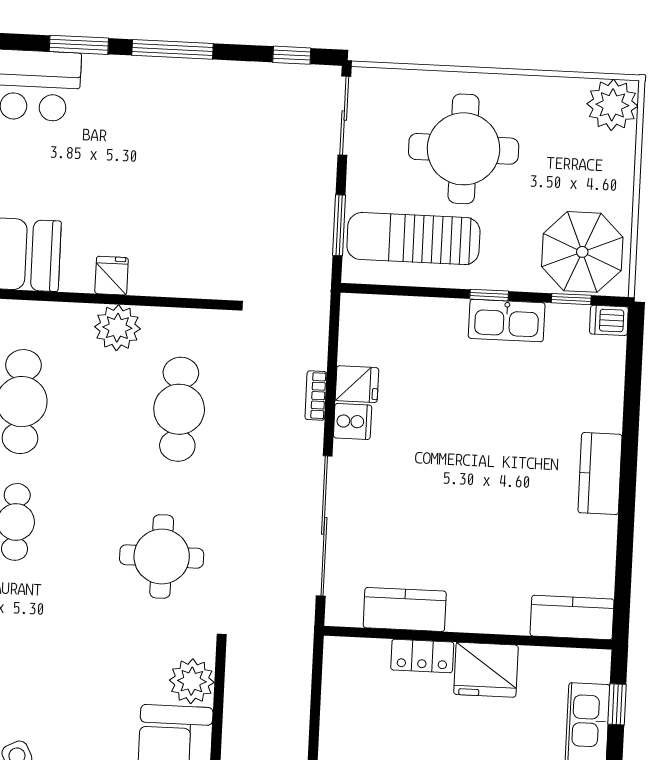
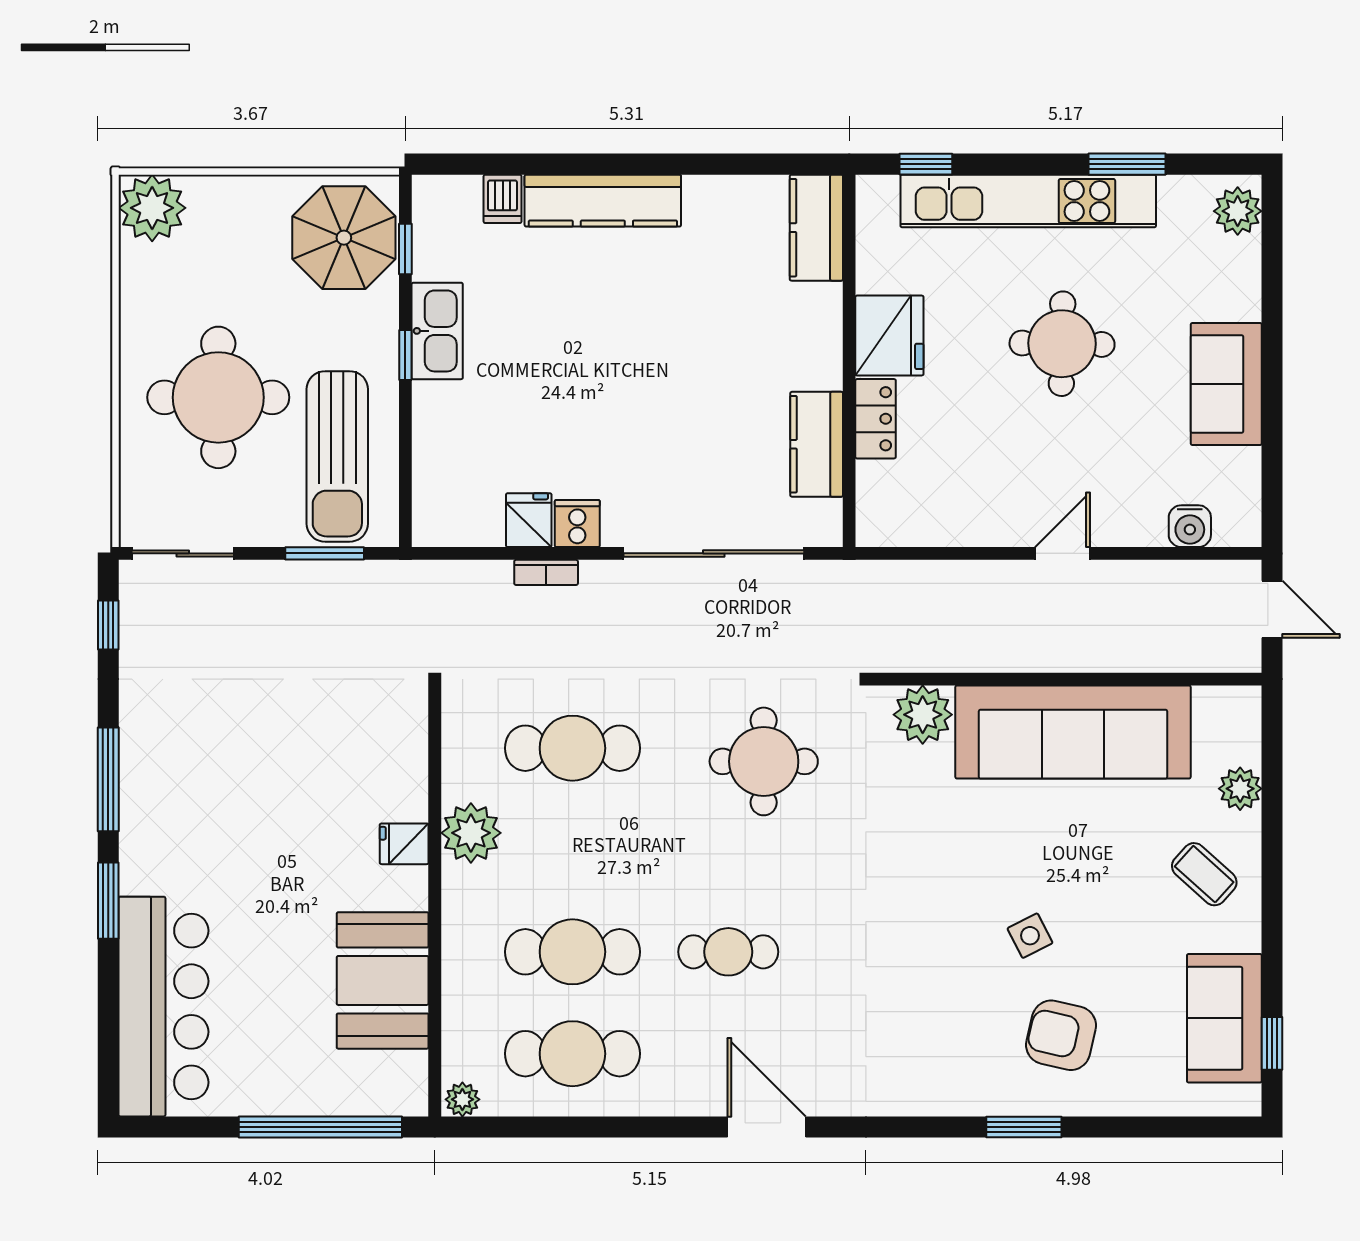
dishwasher: (609, 320) -> (503, 199), moved
kitchen counter: (600, 474) -> (603, 201), width x1.50

